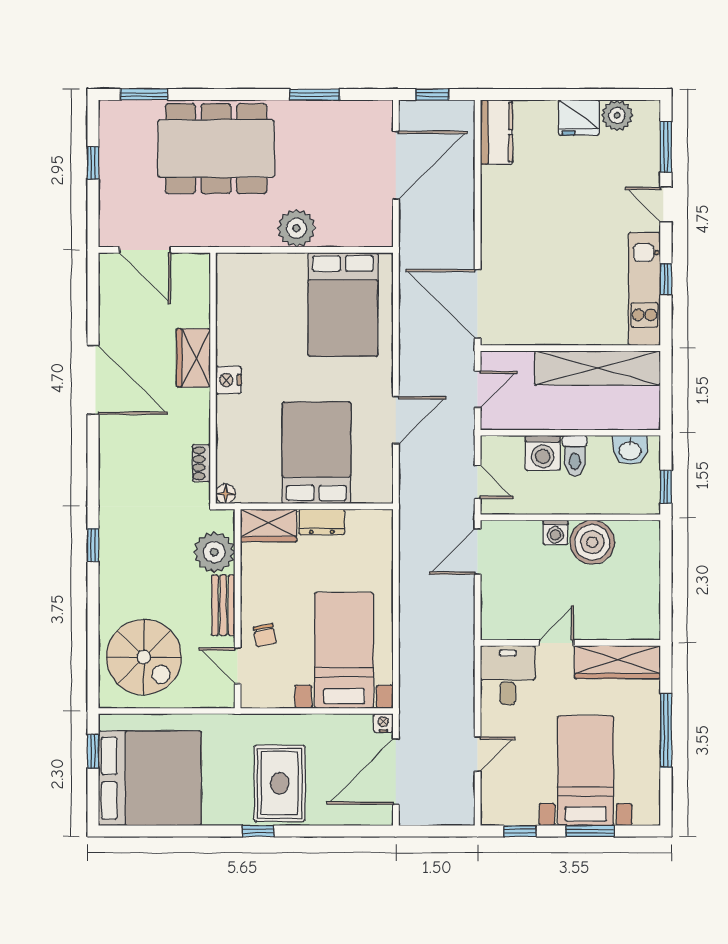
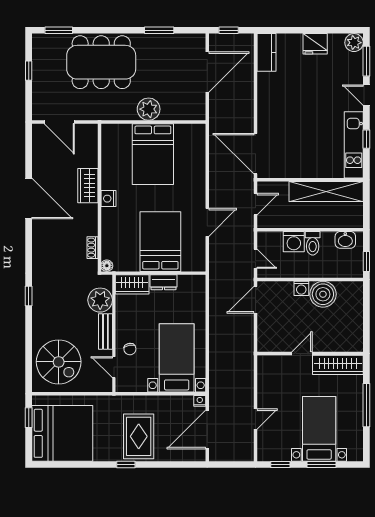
plant: (617, 115) -> (354, 43), moved
bed: (343, 304) -> (153, 154), moved
desk: (508, 675) -> (273, 373), removed

